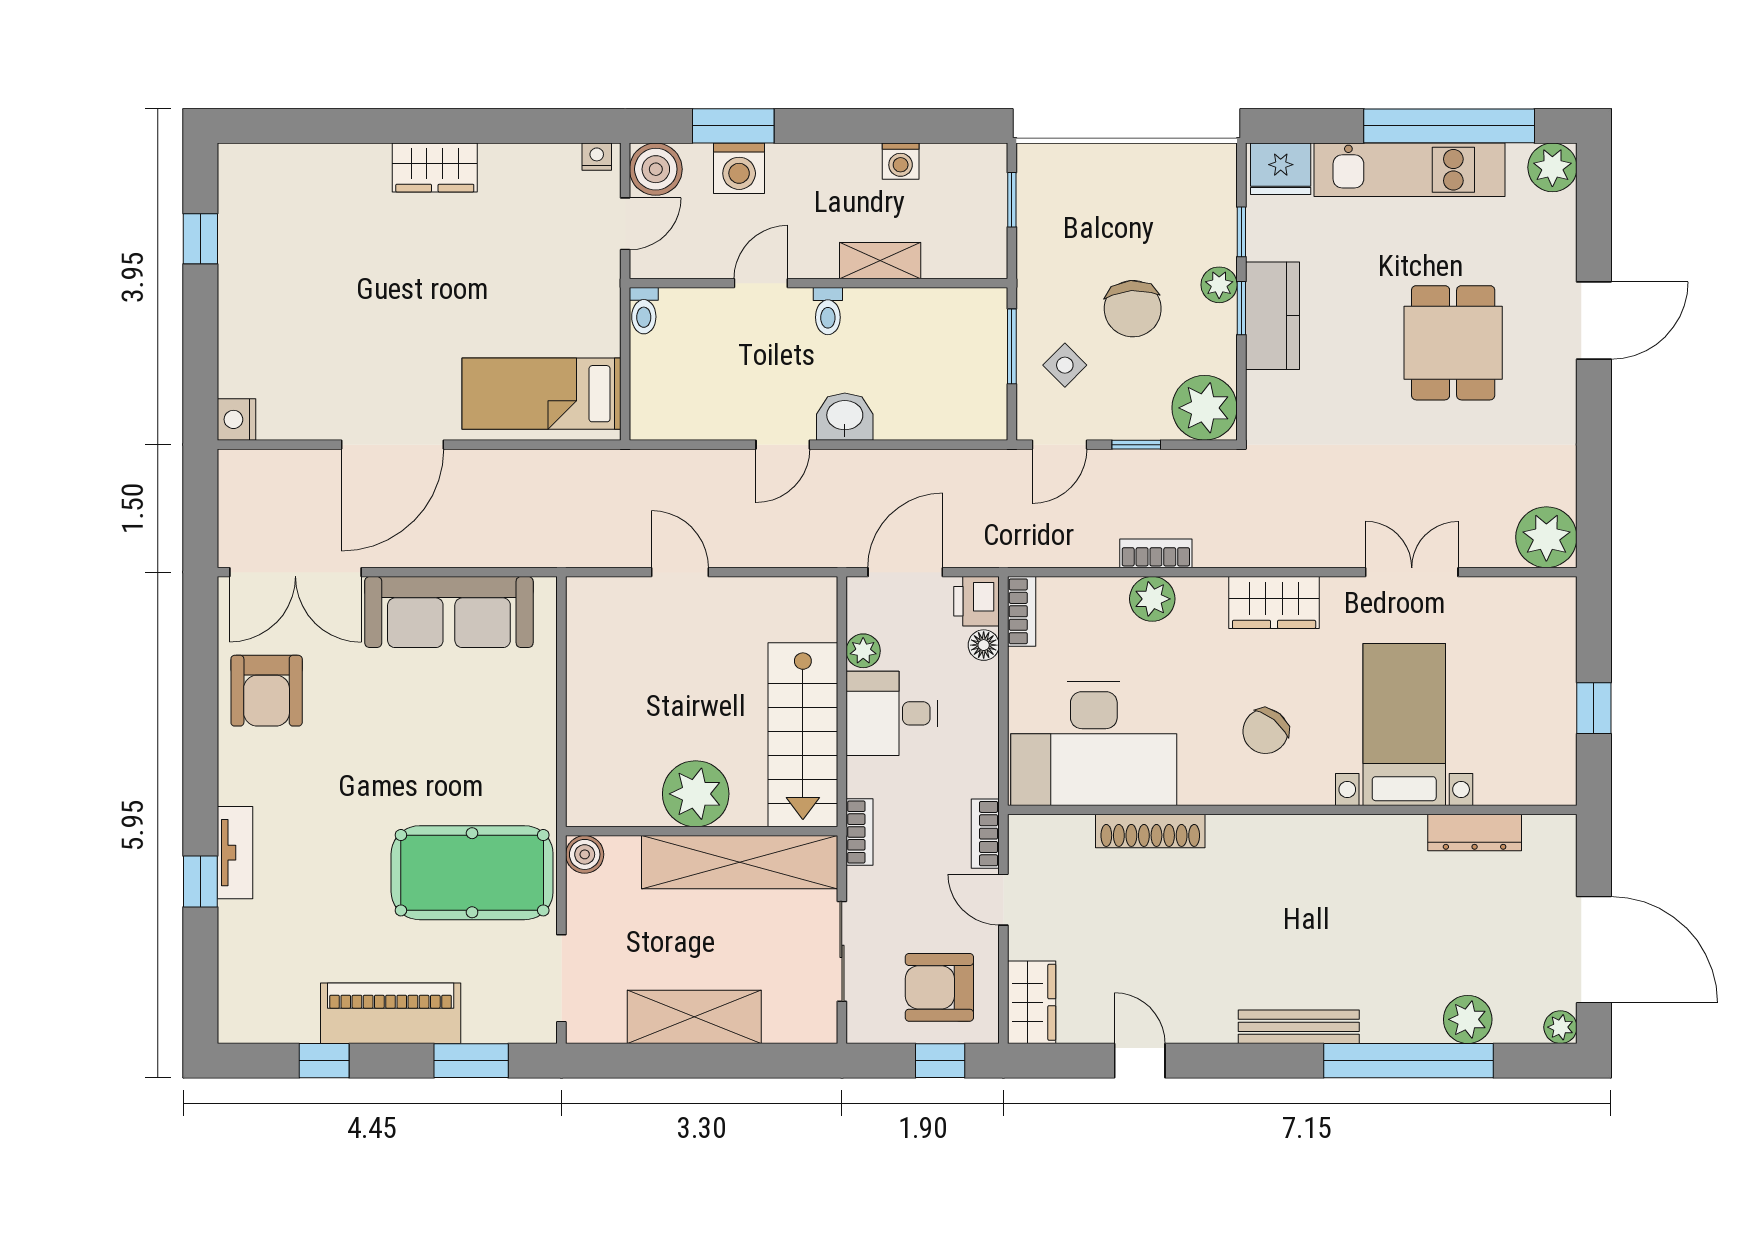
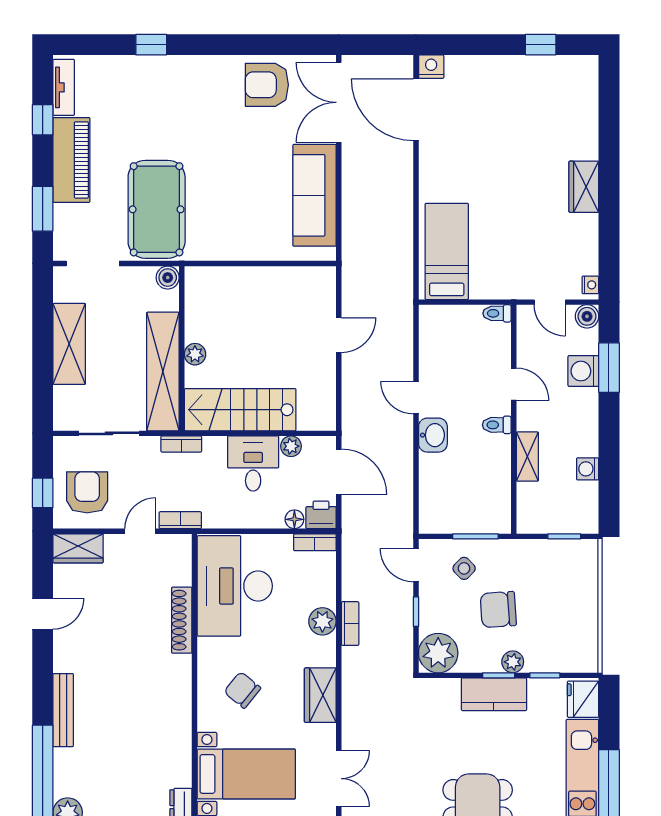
boiler: (656, 169) -> (587, 316), width x0.73, depth x0.73
door: (393, 445) -> (416, 110), moved
plant: (696, 794) -> (195, 354), width x0.53, depth x0.53
tv unit: (235, 853) -> (64, 87), moved, turned -90

